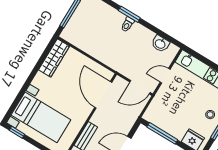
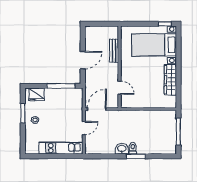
washbasin: (160, 44) -> (122, 149), moved
wardrobe: (54, 58) -> (170, 80), moved
door: (103, 95) -> (120, 88), width x0.53

